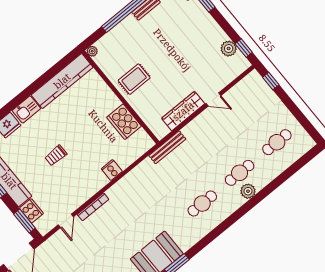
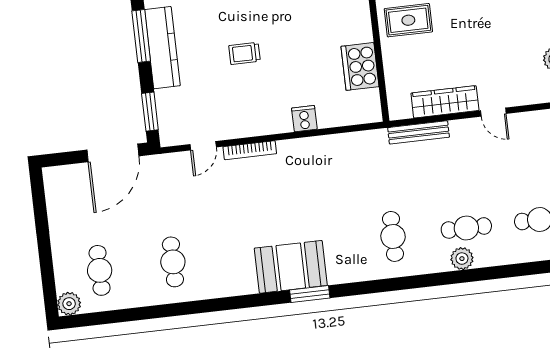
bench: (167, 147) -> (419, 132), moved
cafe table: (202, 203) -> (393, 236), turned 90
cooker: (31, 211) -> (167, 104), removed

